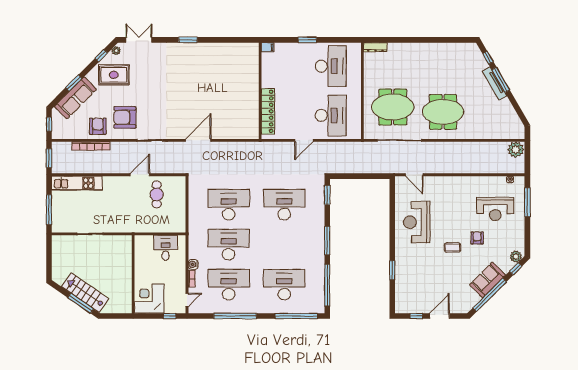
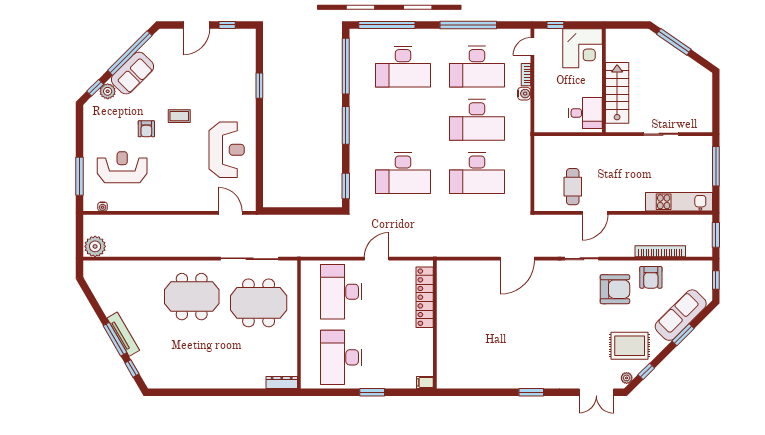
desk: (166, 248) -> (585, 113), moved, turned -90
plant: (516, 257) -> (108, 91), moved
stairs: (85, 293) -> (617, 93), moved, turned -125

